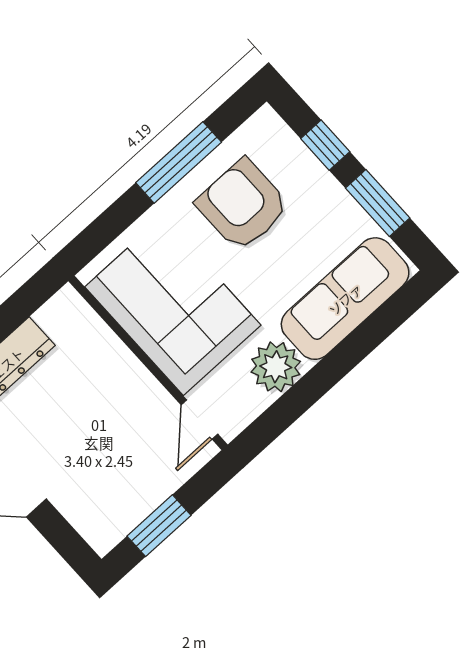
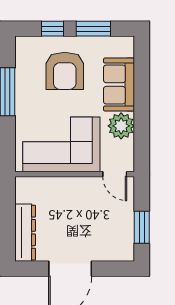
armchair: (243, 205) -> (65, 71), moved, turned -90
sofa: (345, 299) -> (119, 85), width x0.73

